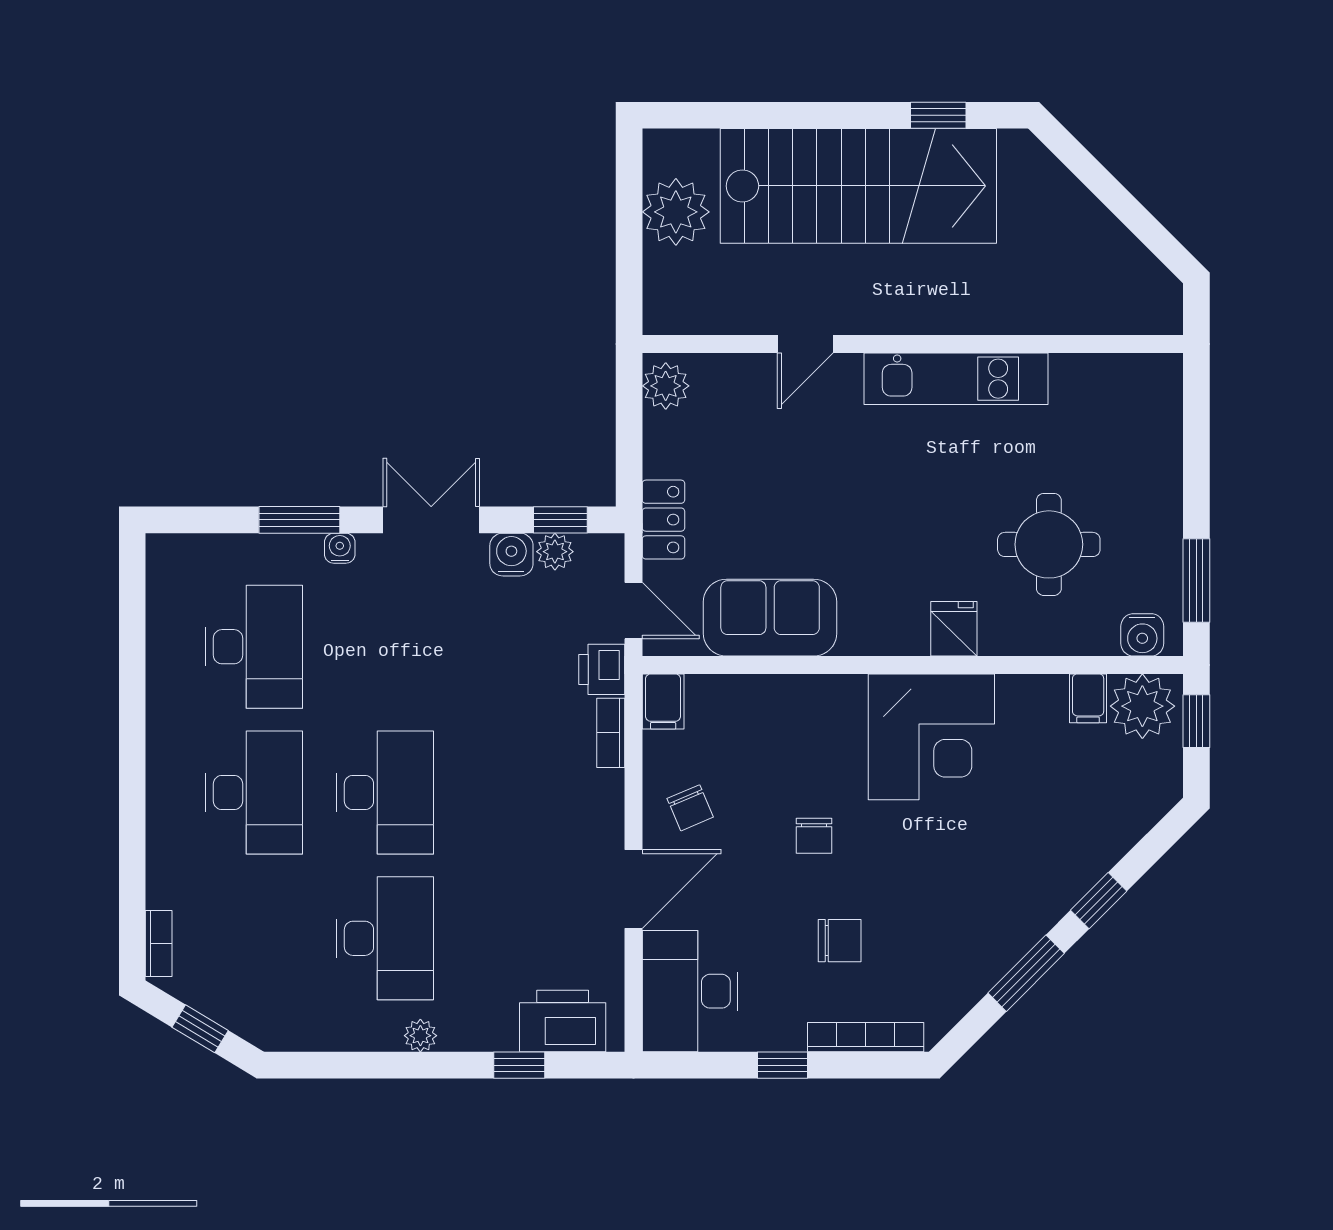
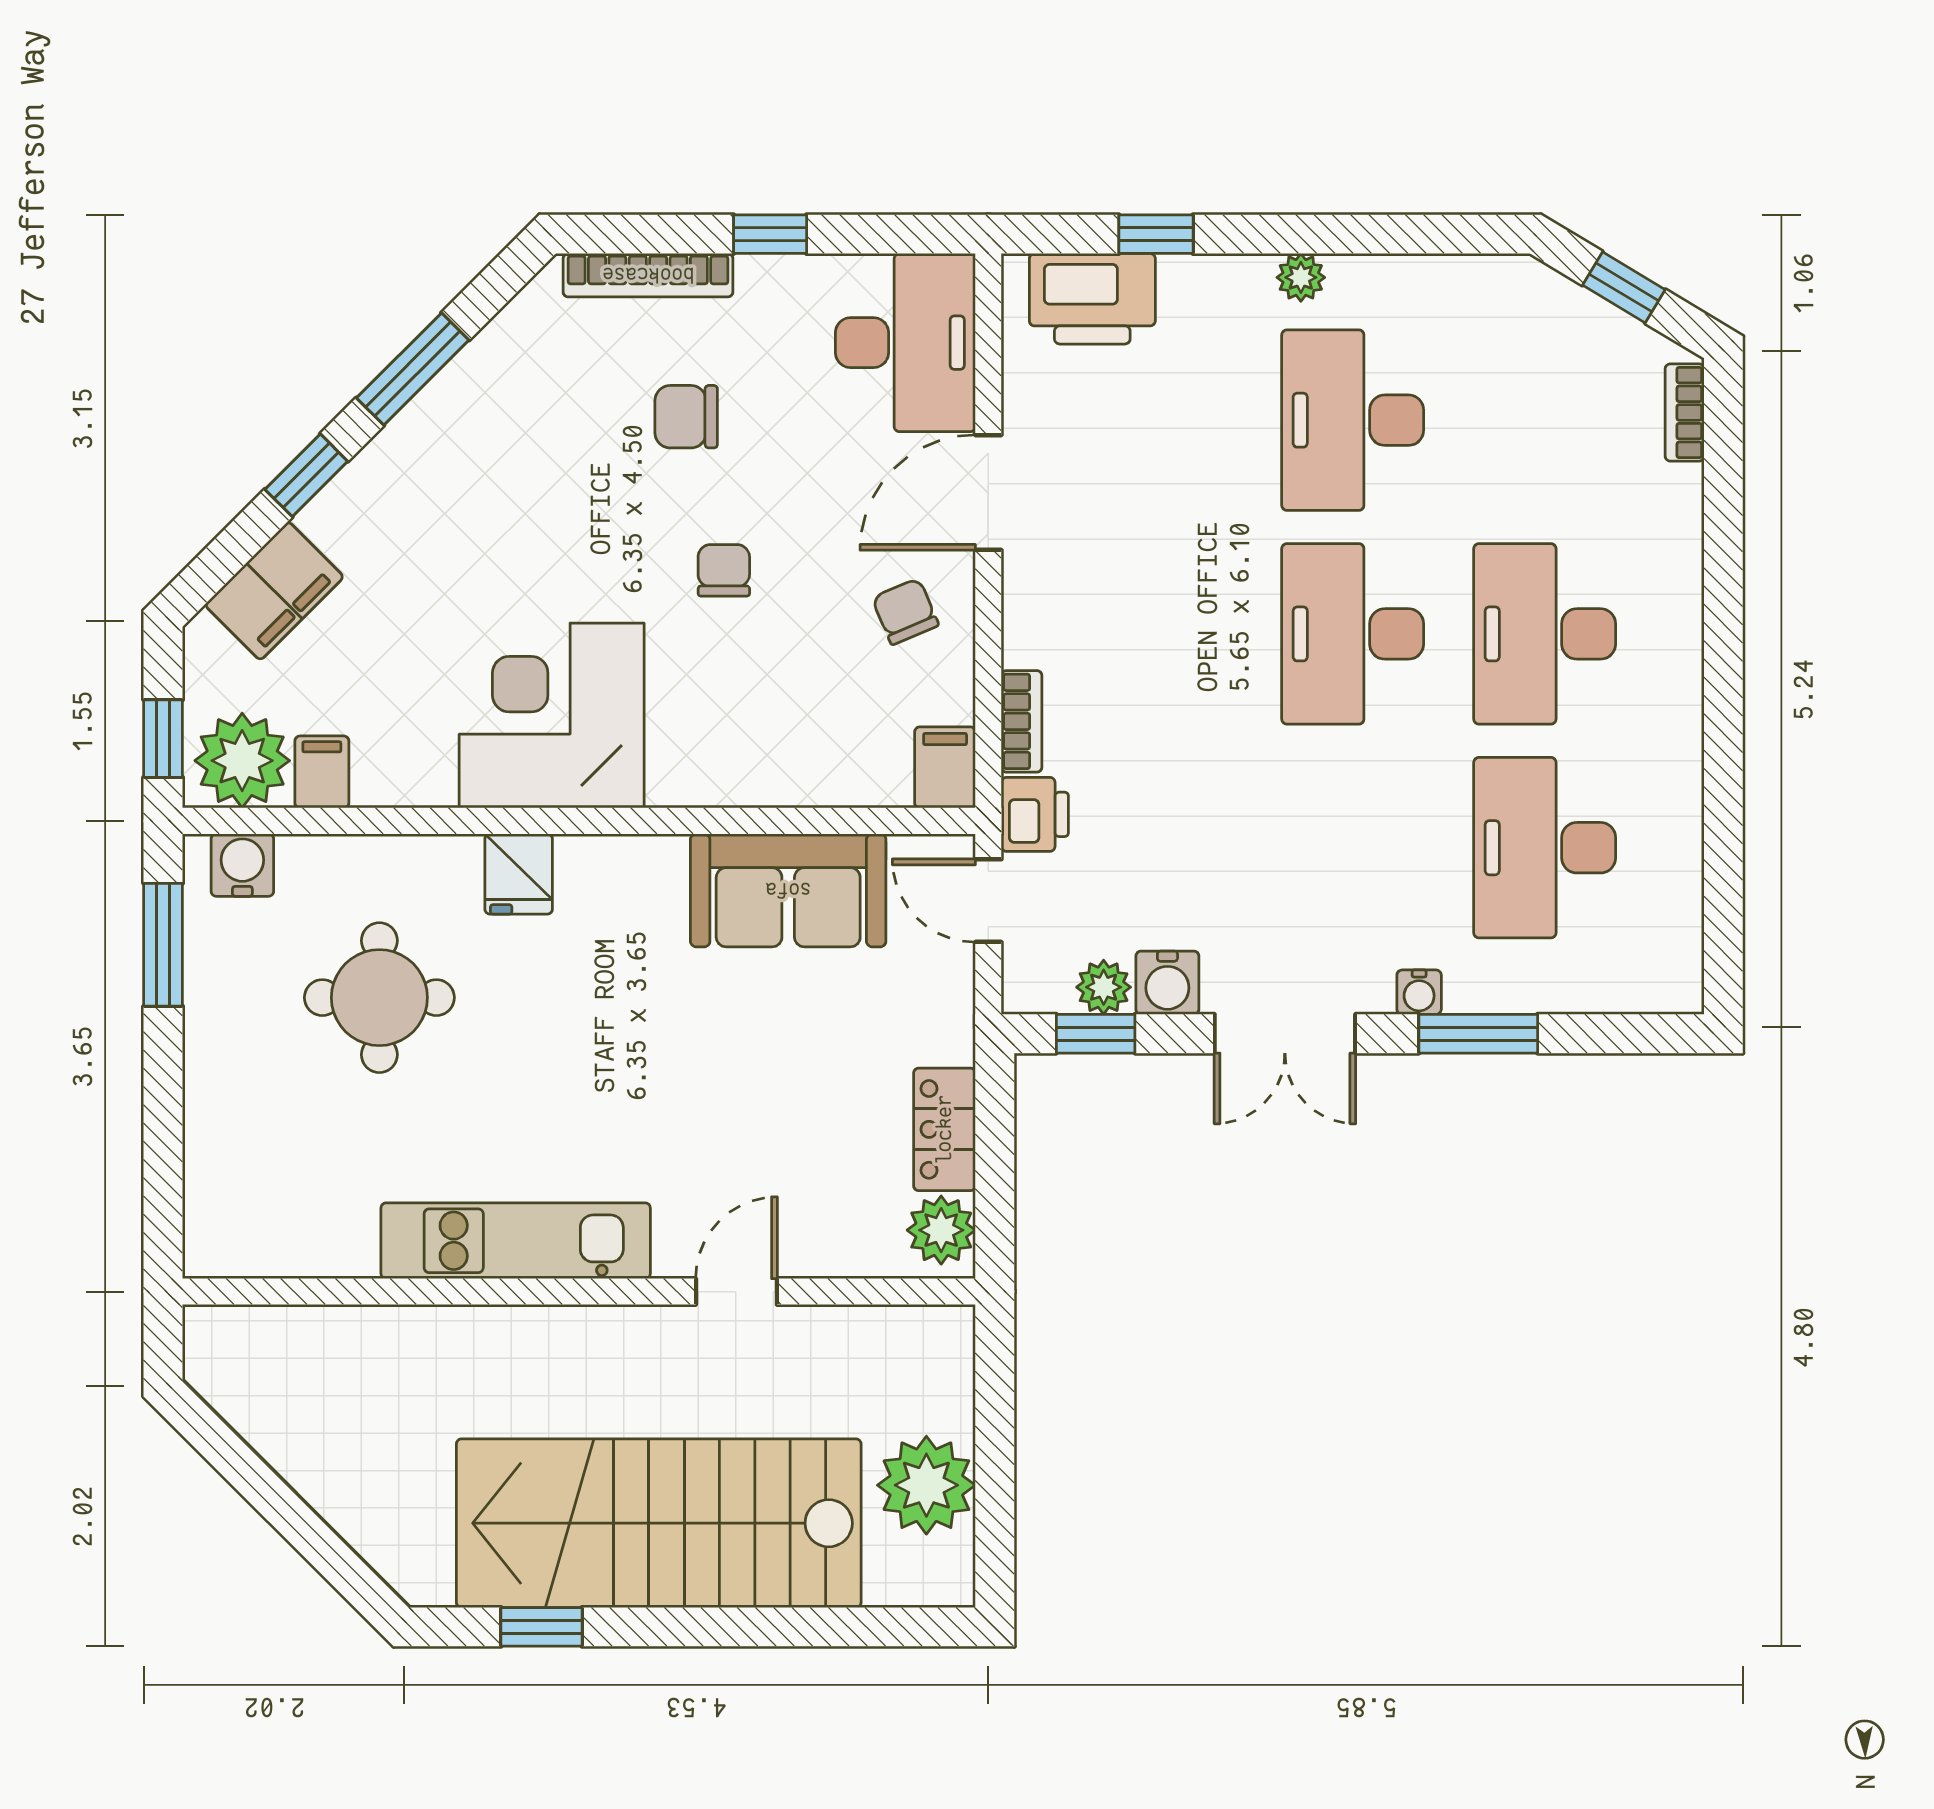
locker: (663, 520) -> (944, 1129), moved
filing cabinet: (1121, 822) -> (274, 591), added

